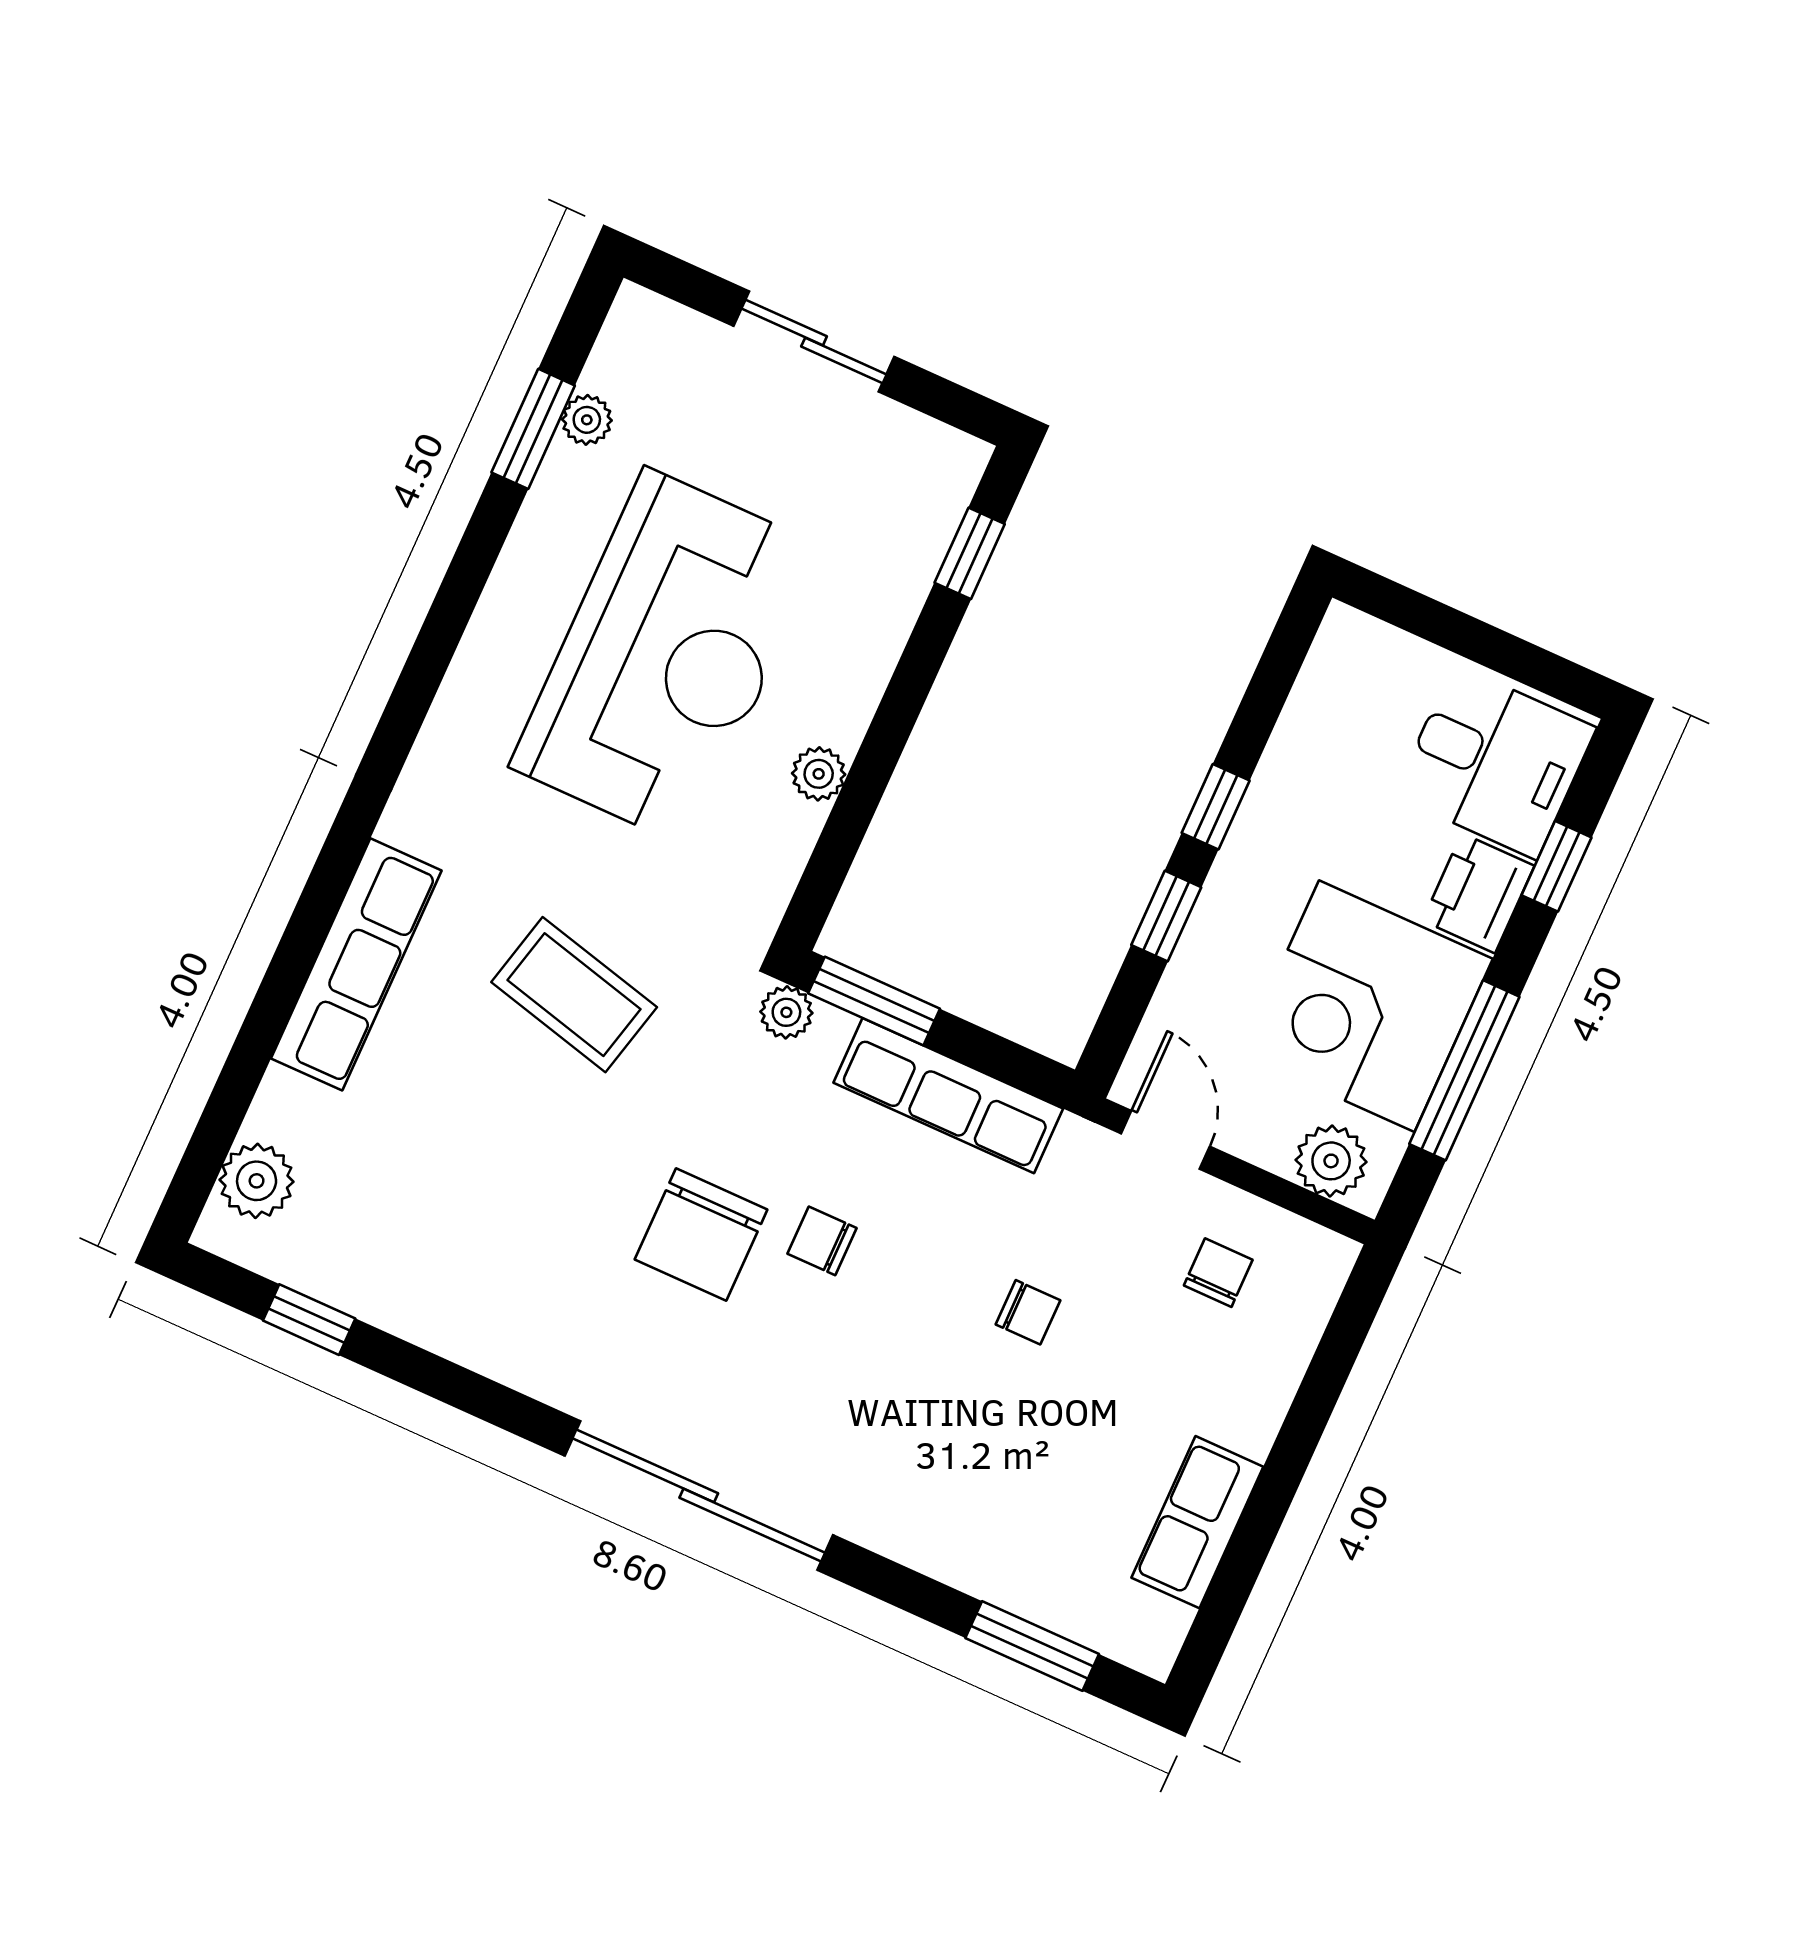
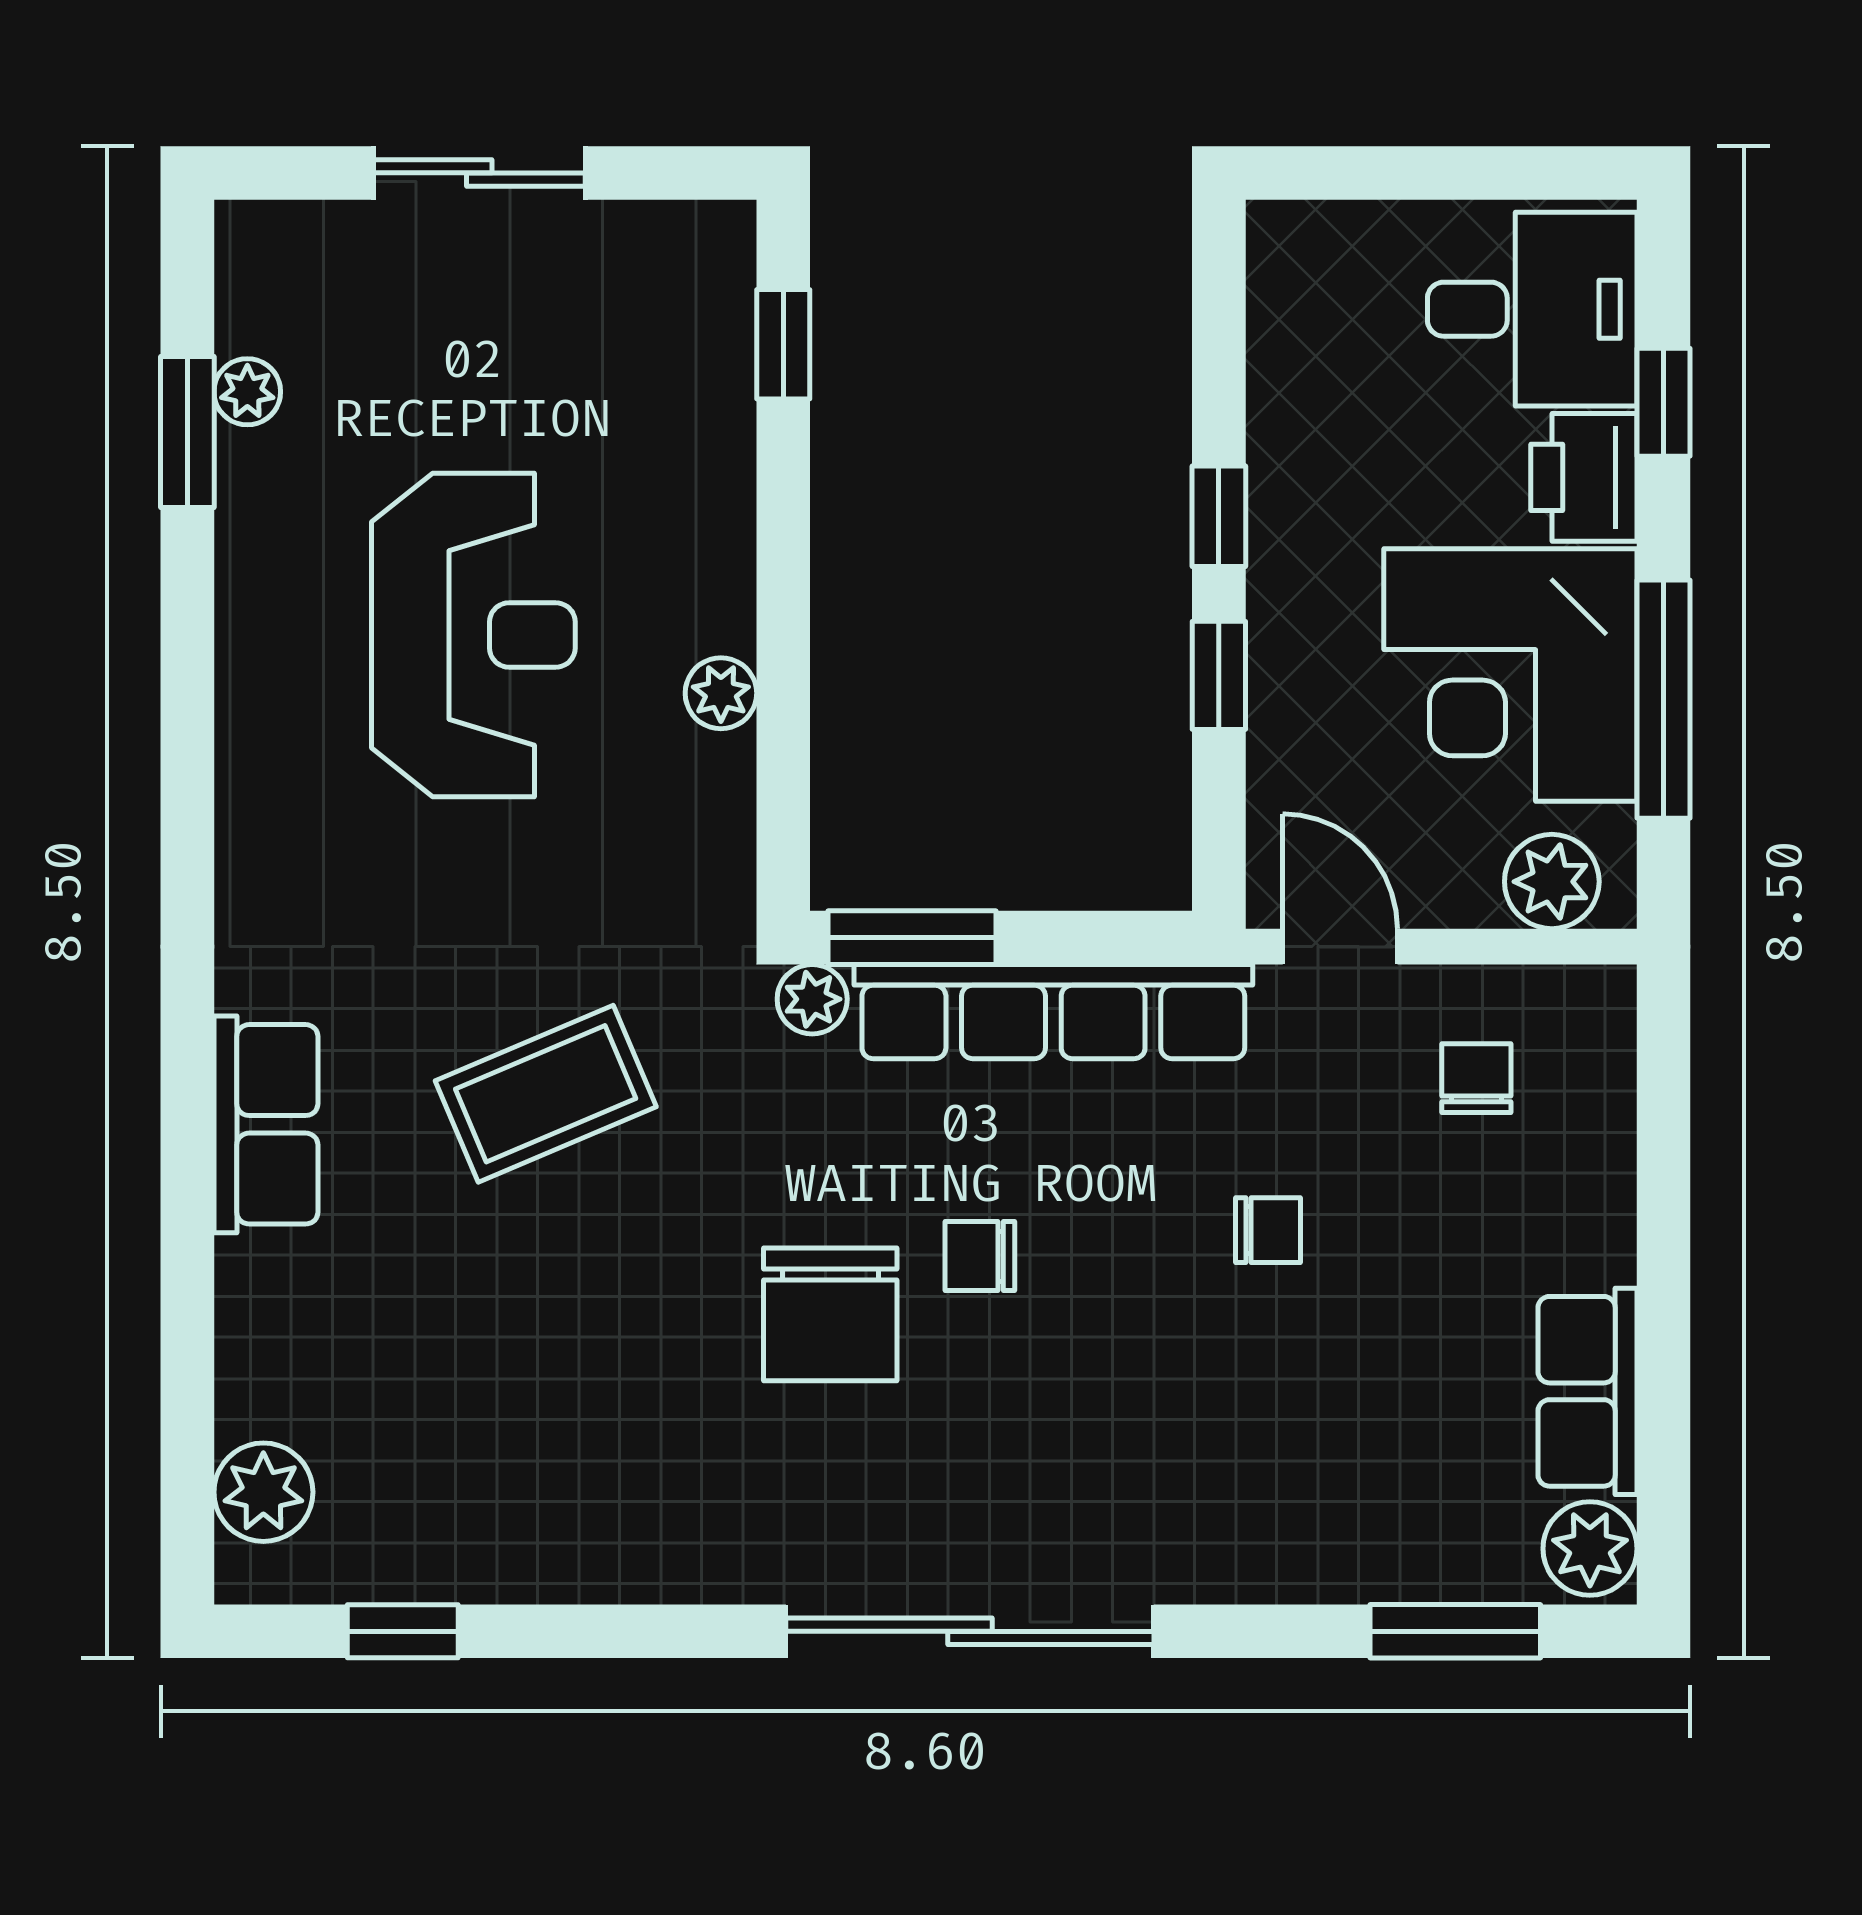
reception desk: (667, 657) -> (473, 635), width x0.74, depth x0.77
row of seats: (356, 964) -> (266, 1124), width x0.68
coffee table: (574, 995) -> (546, 1094), turned -37
row of seats: (948, 1096) -> (1053, 1012), width x1.36
plant: (1150, 1631) -> (1590, 1549), added

